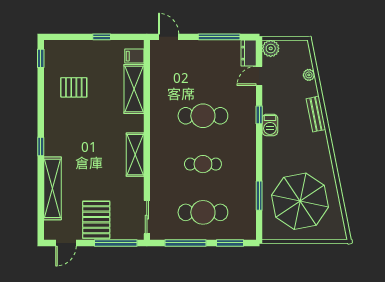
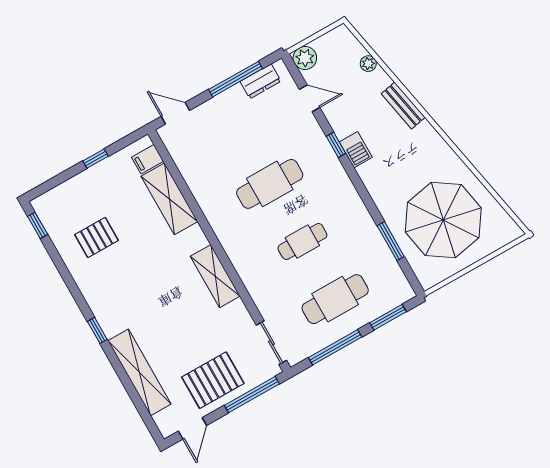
dresser: (249, 53) -> (260, 81), moved, turned -90
door: (259, 76) -> (310, 98), swing flipped
pallet: (96, 220) -> (213, 380), turned 90

